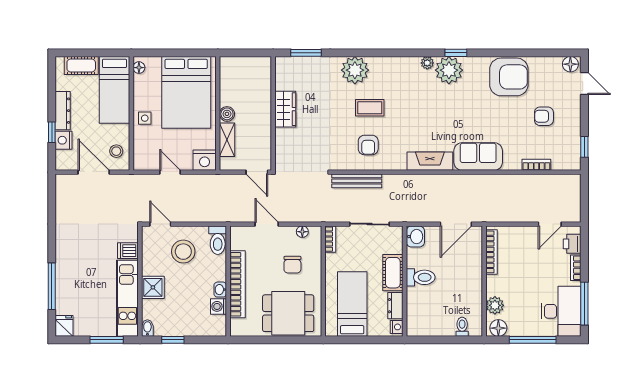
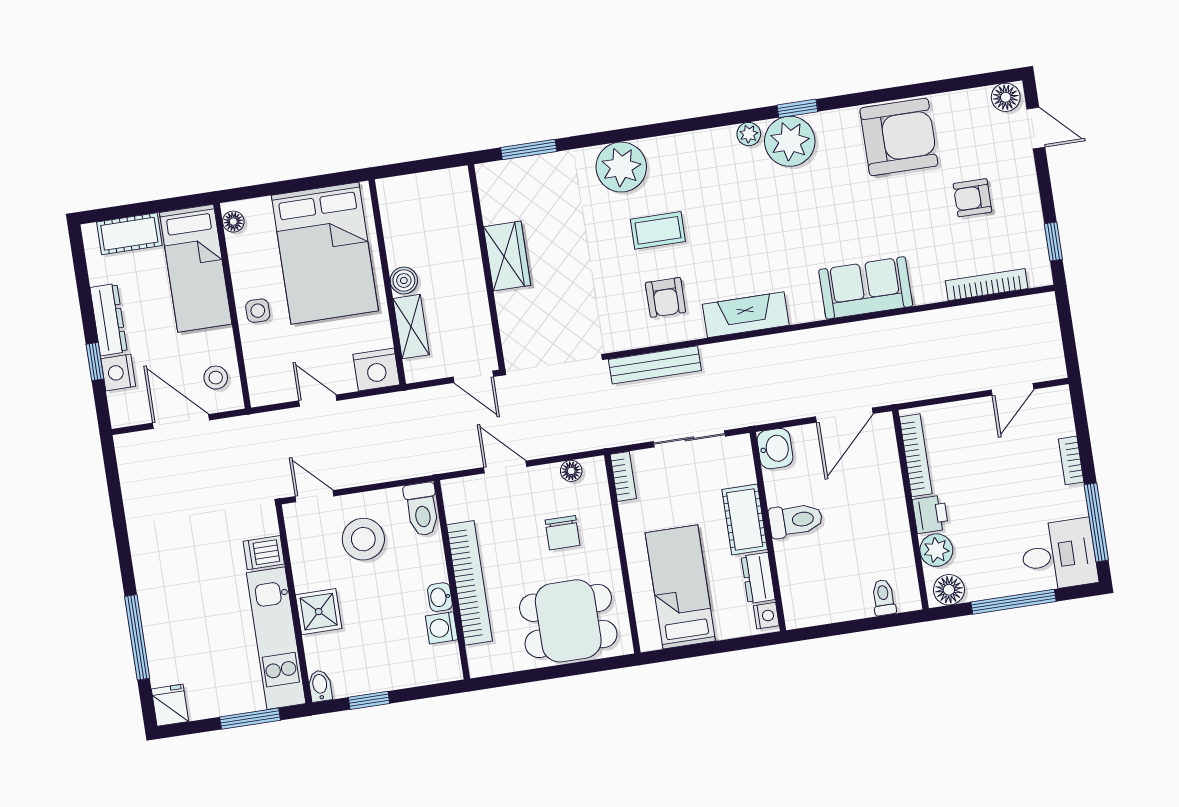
fireplace: (430, 161) -> (746, 315), moved
bookcase: (536, 165) -> (987, 285), width x1.56
printer: (572, 244) -> (930, 514), moved, turned 180
desk: (561, 311) -> (1059, 555), width x0.73

